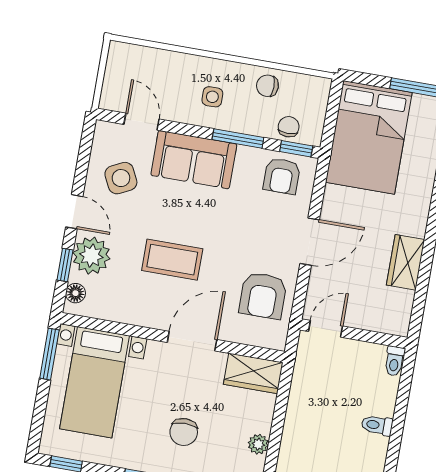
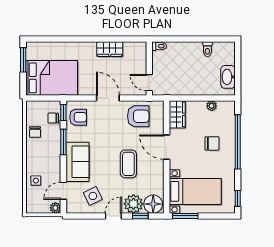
side table: (212, 97) -> (36, 181), moved
plant: (110, 100) -> (55, 208), added
floor lamp: (75, 293) -> (153, 204), width x1.89, depth x1.89
toilet: (377, 425) -> (207, 49), moved

